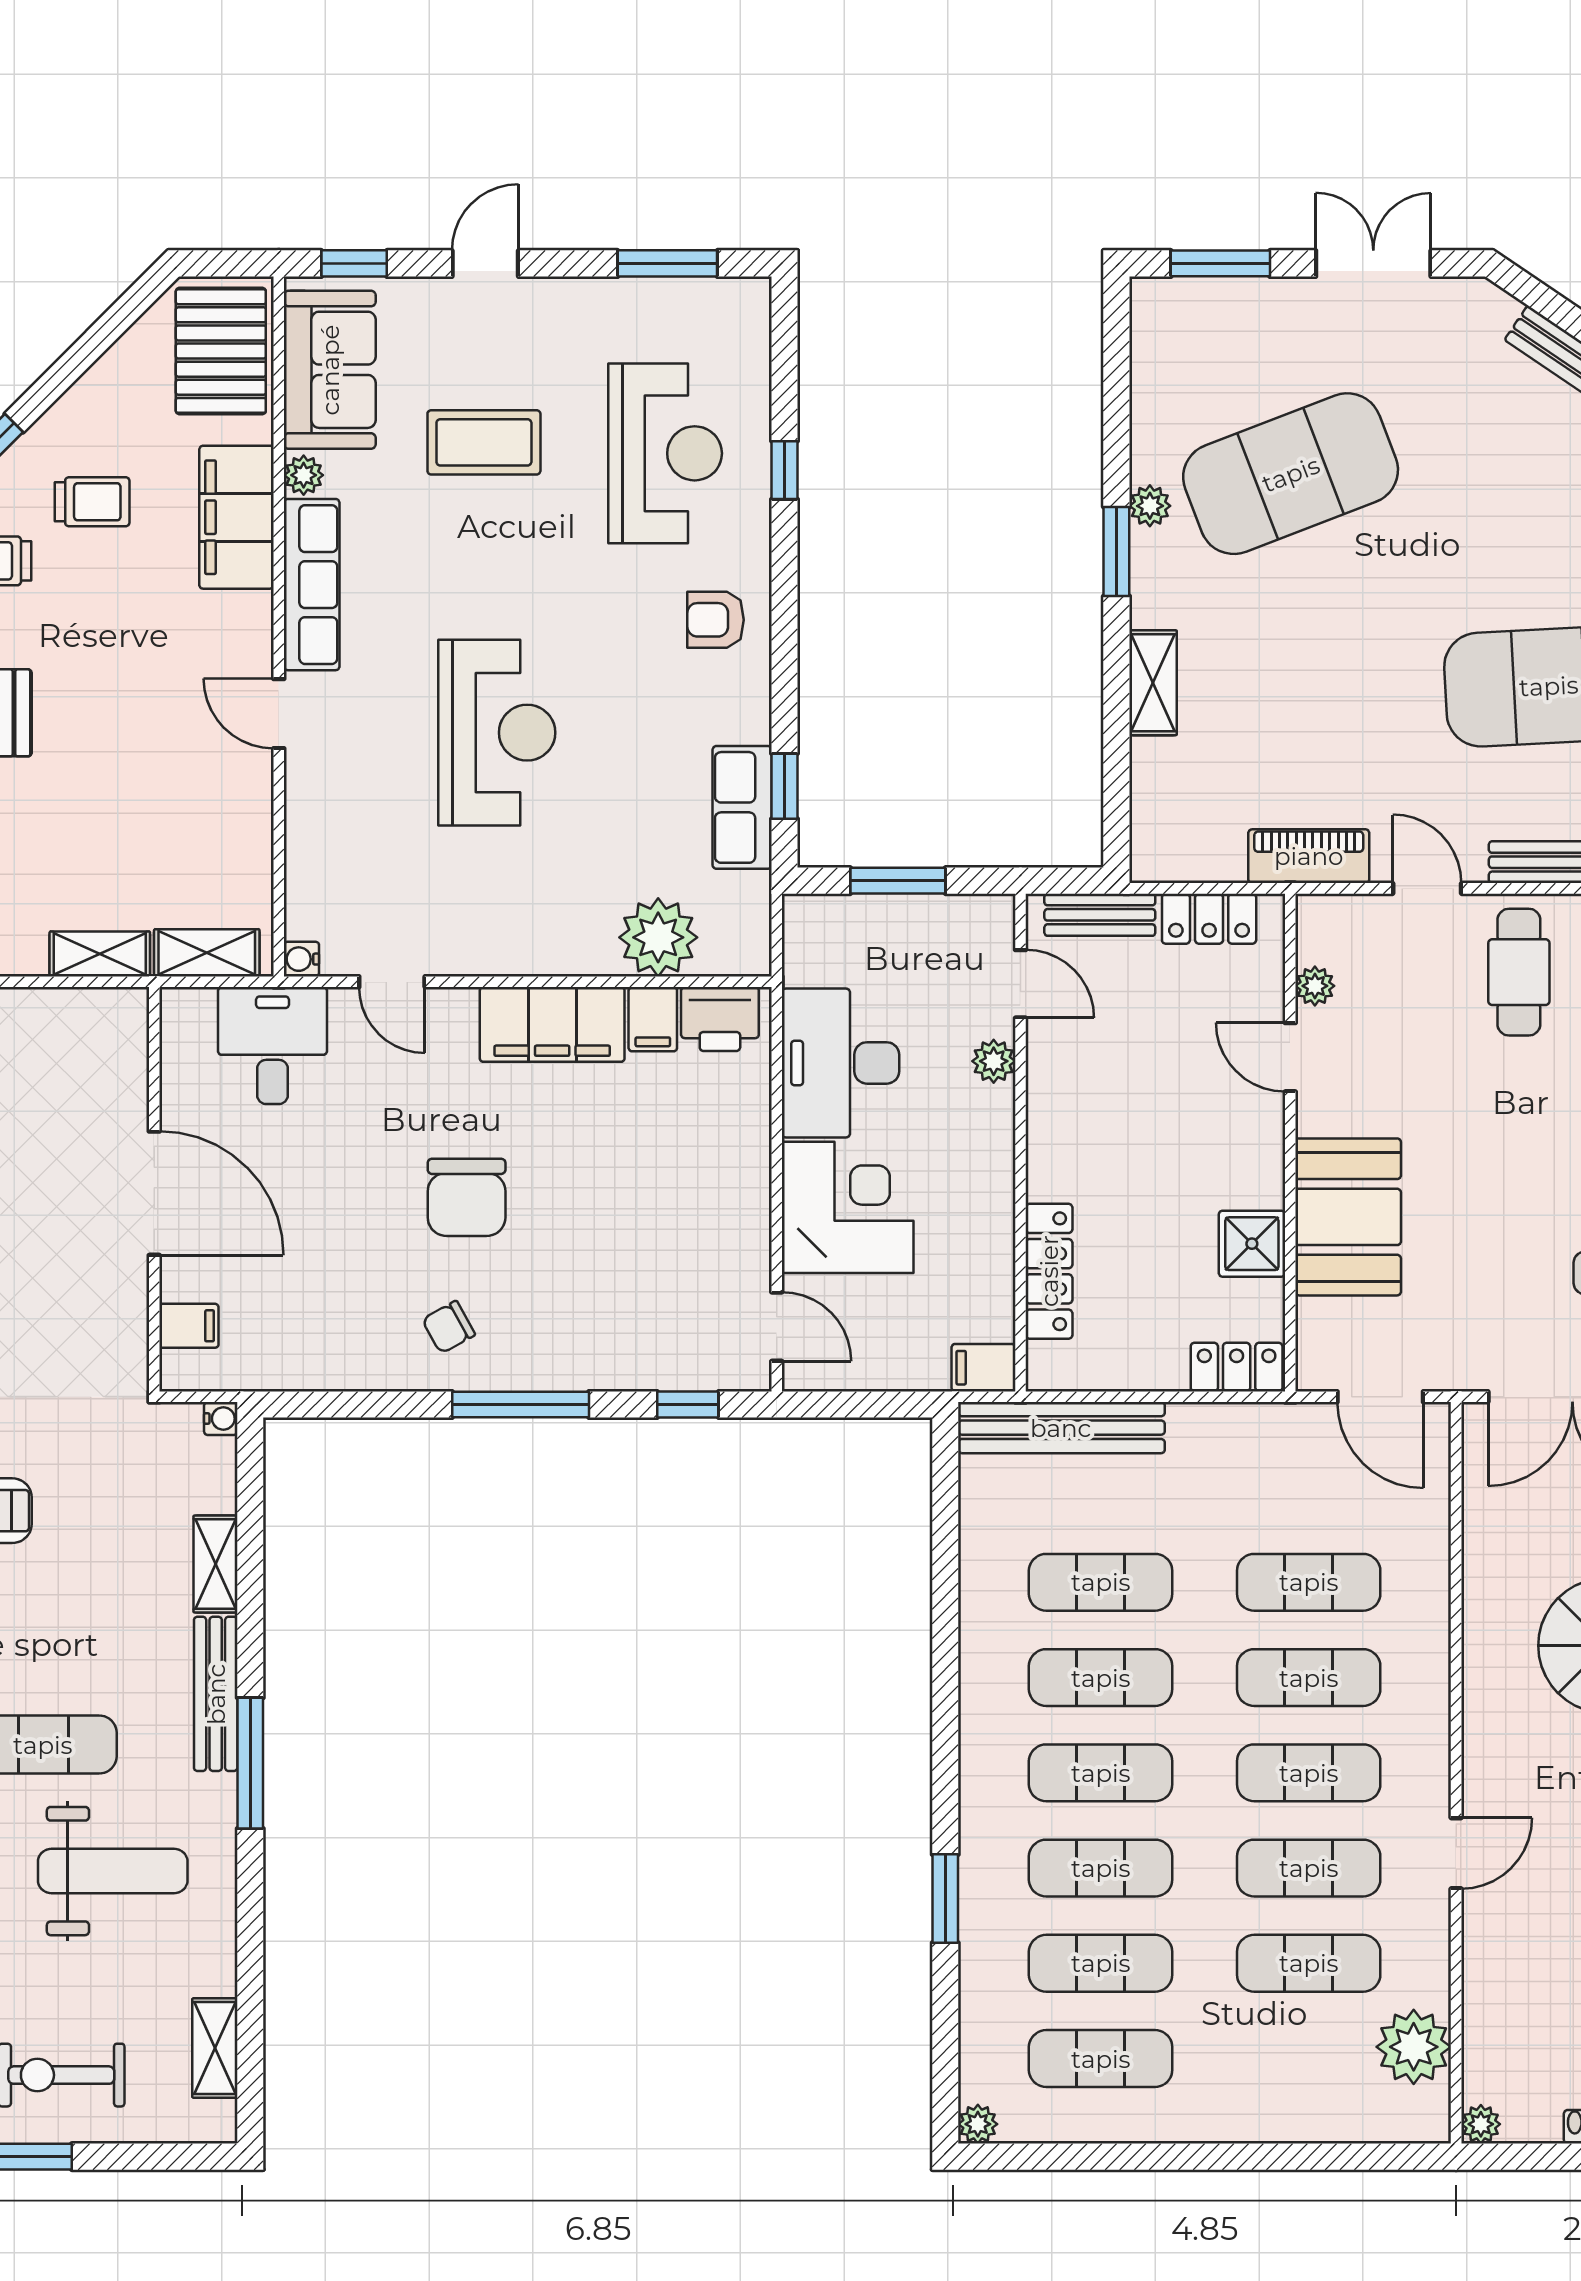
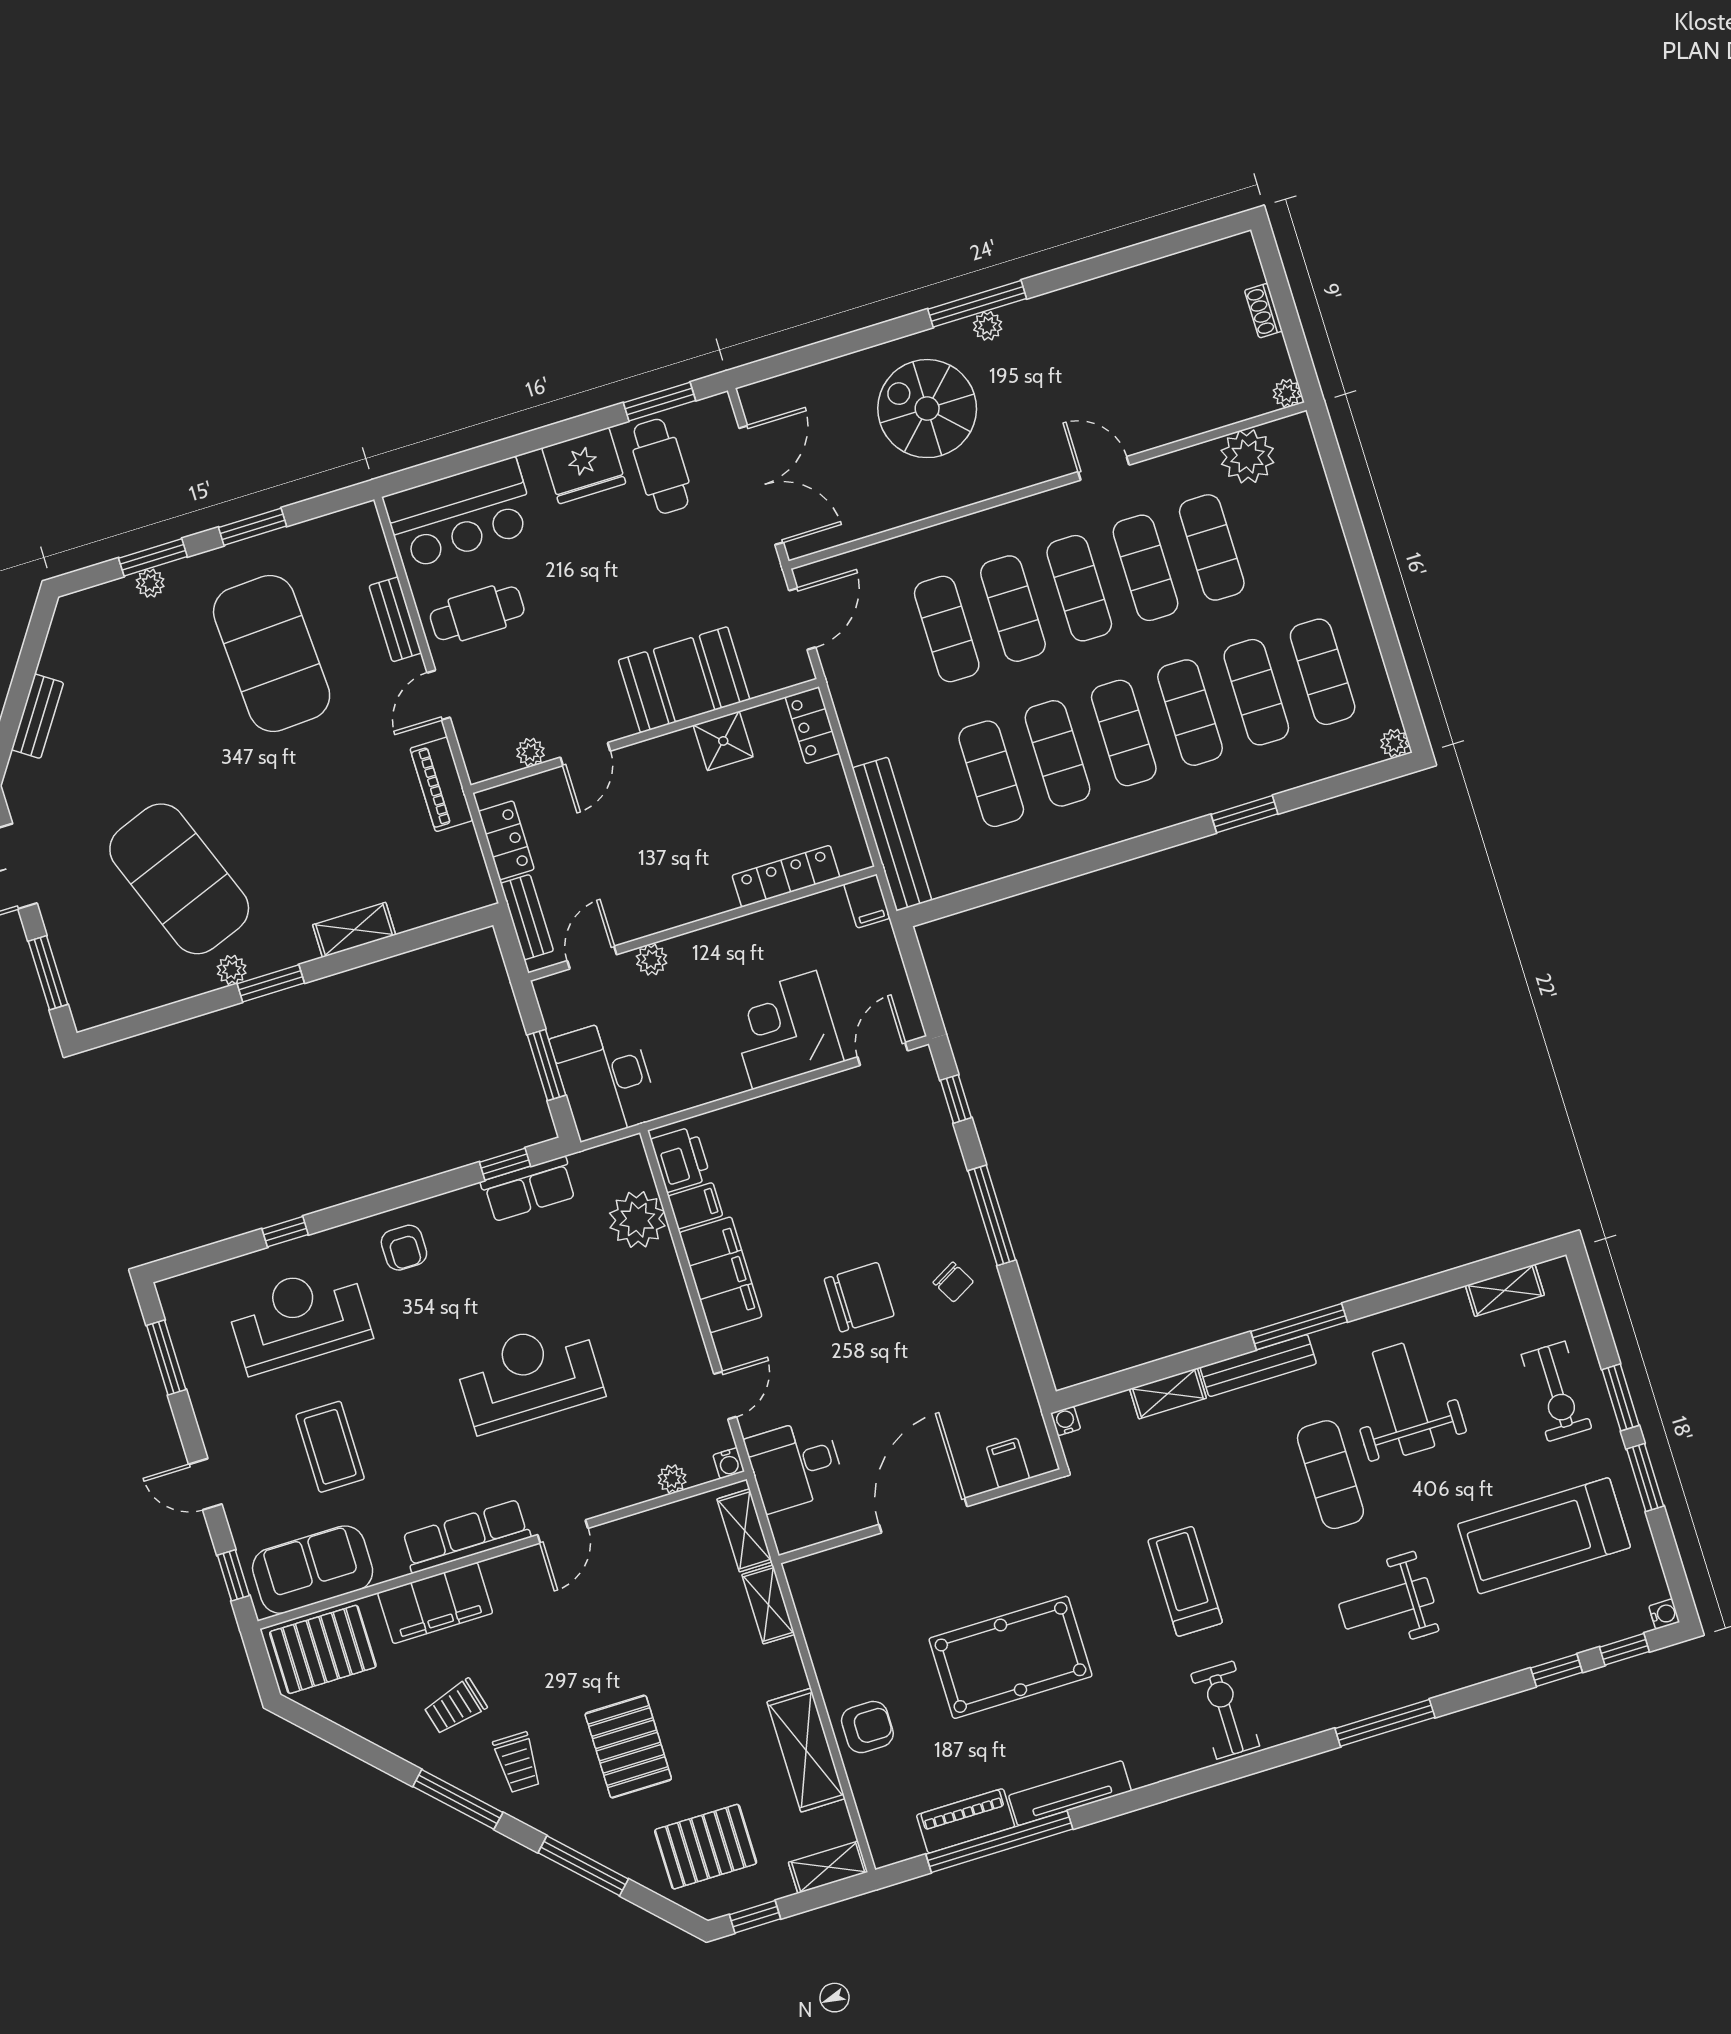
plant: (304, 475) -> (672, 1479), moved
trolley: (92, 502) -> (455, 1707), turned -105
desk: (840, 1063) -> (605, 1079), moved, turned 90

